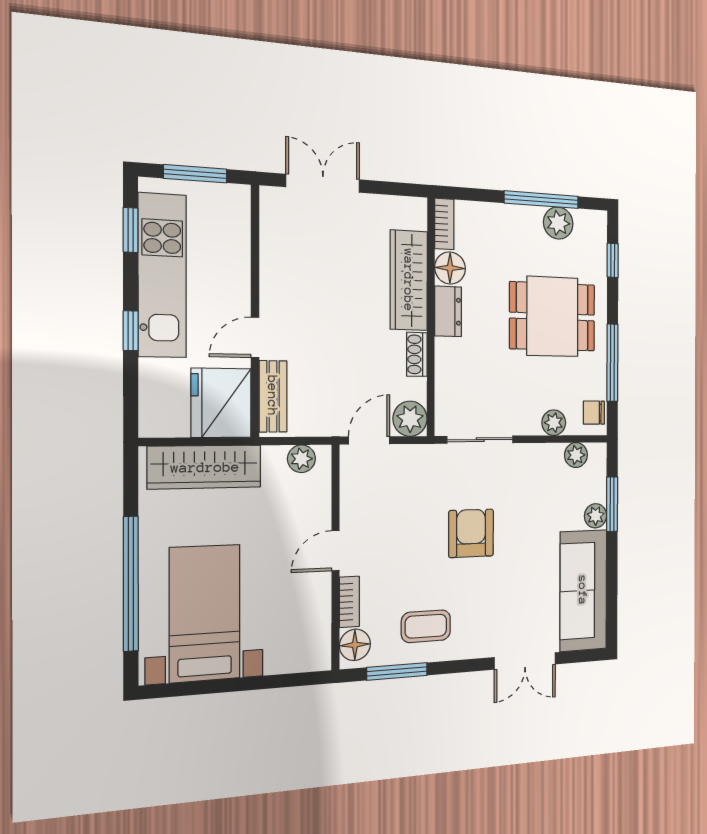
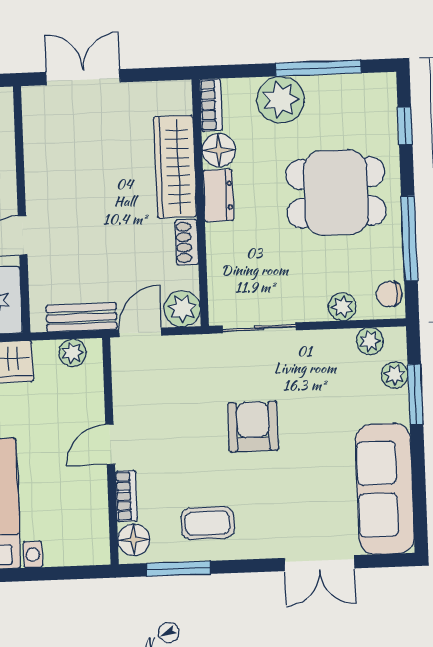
plant: (558, 223) -> (281, 100), moved, width x1.36, depth x1.36
bench: (273, 396) -> (82, 317), moved, turned 90
plant: (596, 516) -> (395, 375), moved

